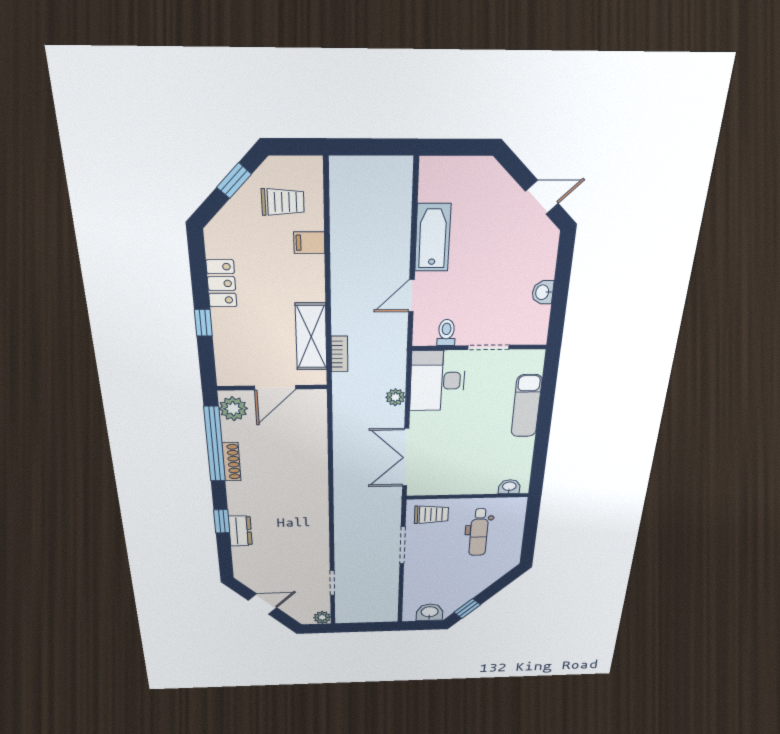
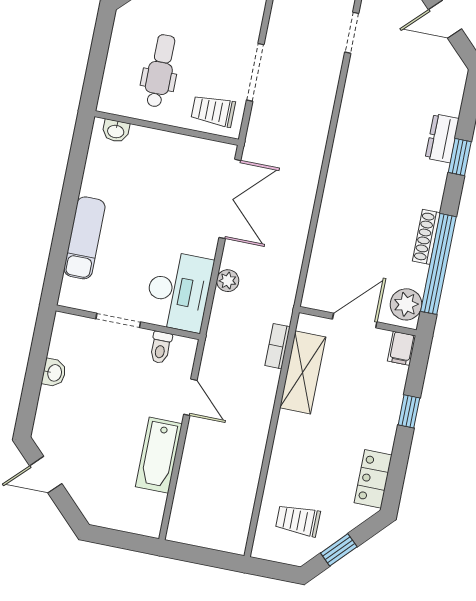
filing cabinet: (309, 243) -> (402, 348), moved, turned 90
locker: (221, 283) -> (373, 479), moved
door: (411, 296) -> (190, 397), hinge flipped

